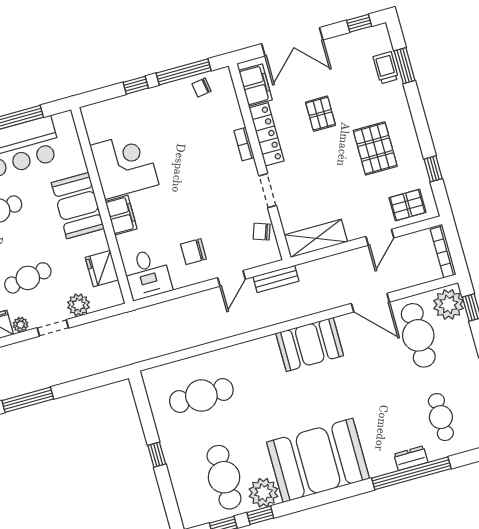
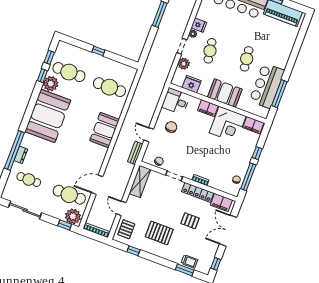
filing cabinet: (96, 123) -> (253, 125), added
booth: (310, 344) -> (104, 130), moved
cafe table: (201, 396) -> (109, 87), turned 90

